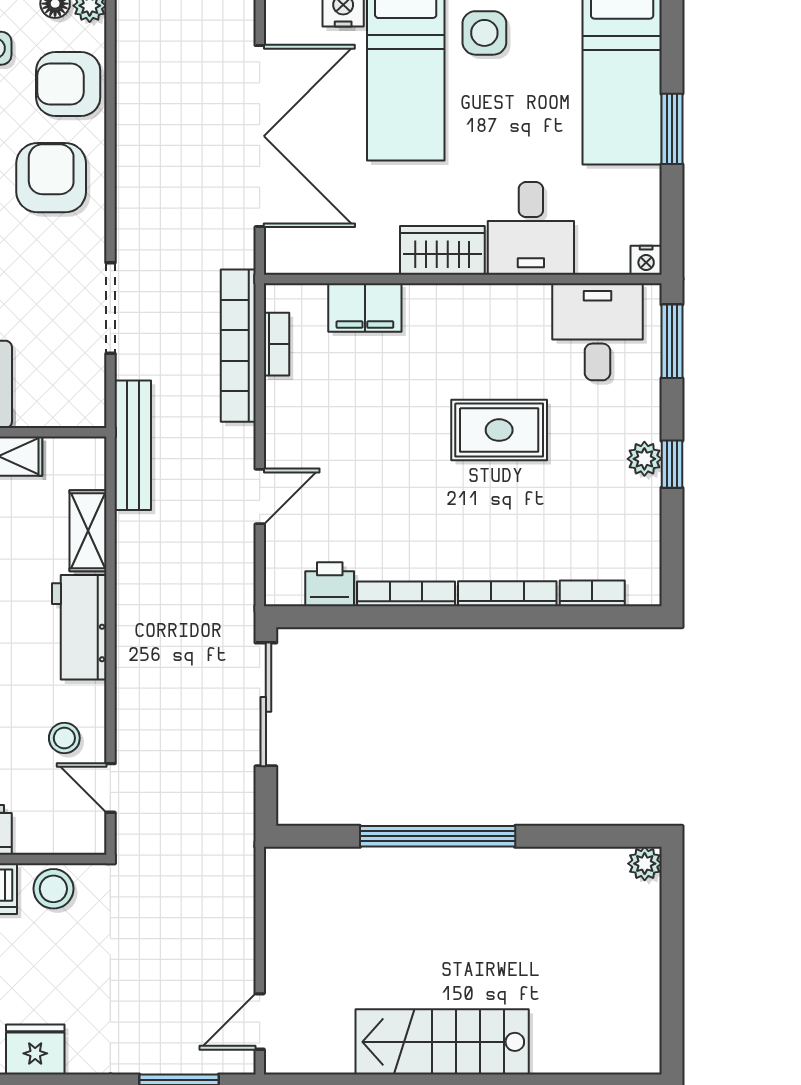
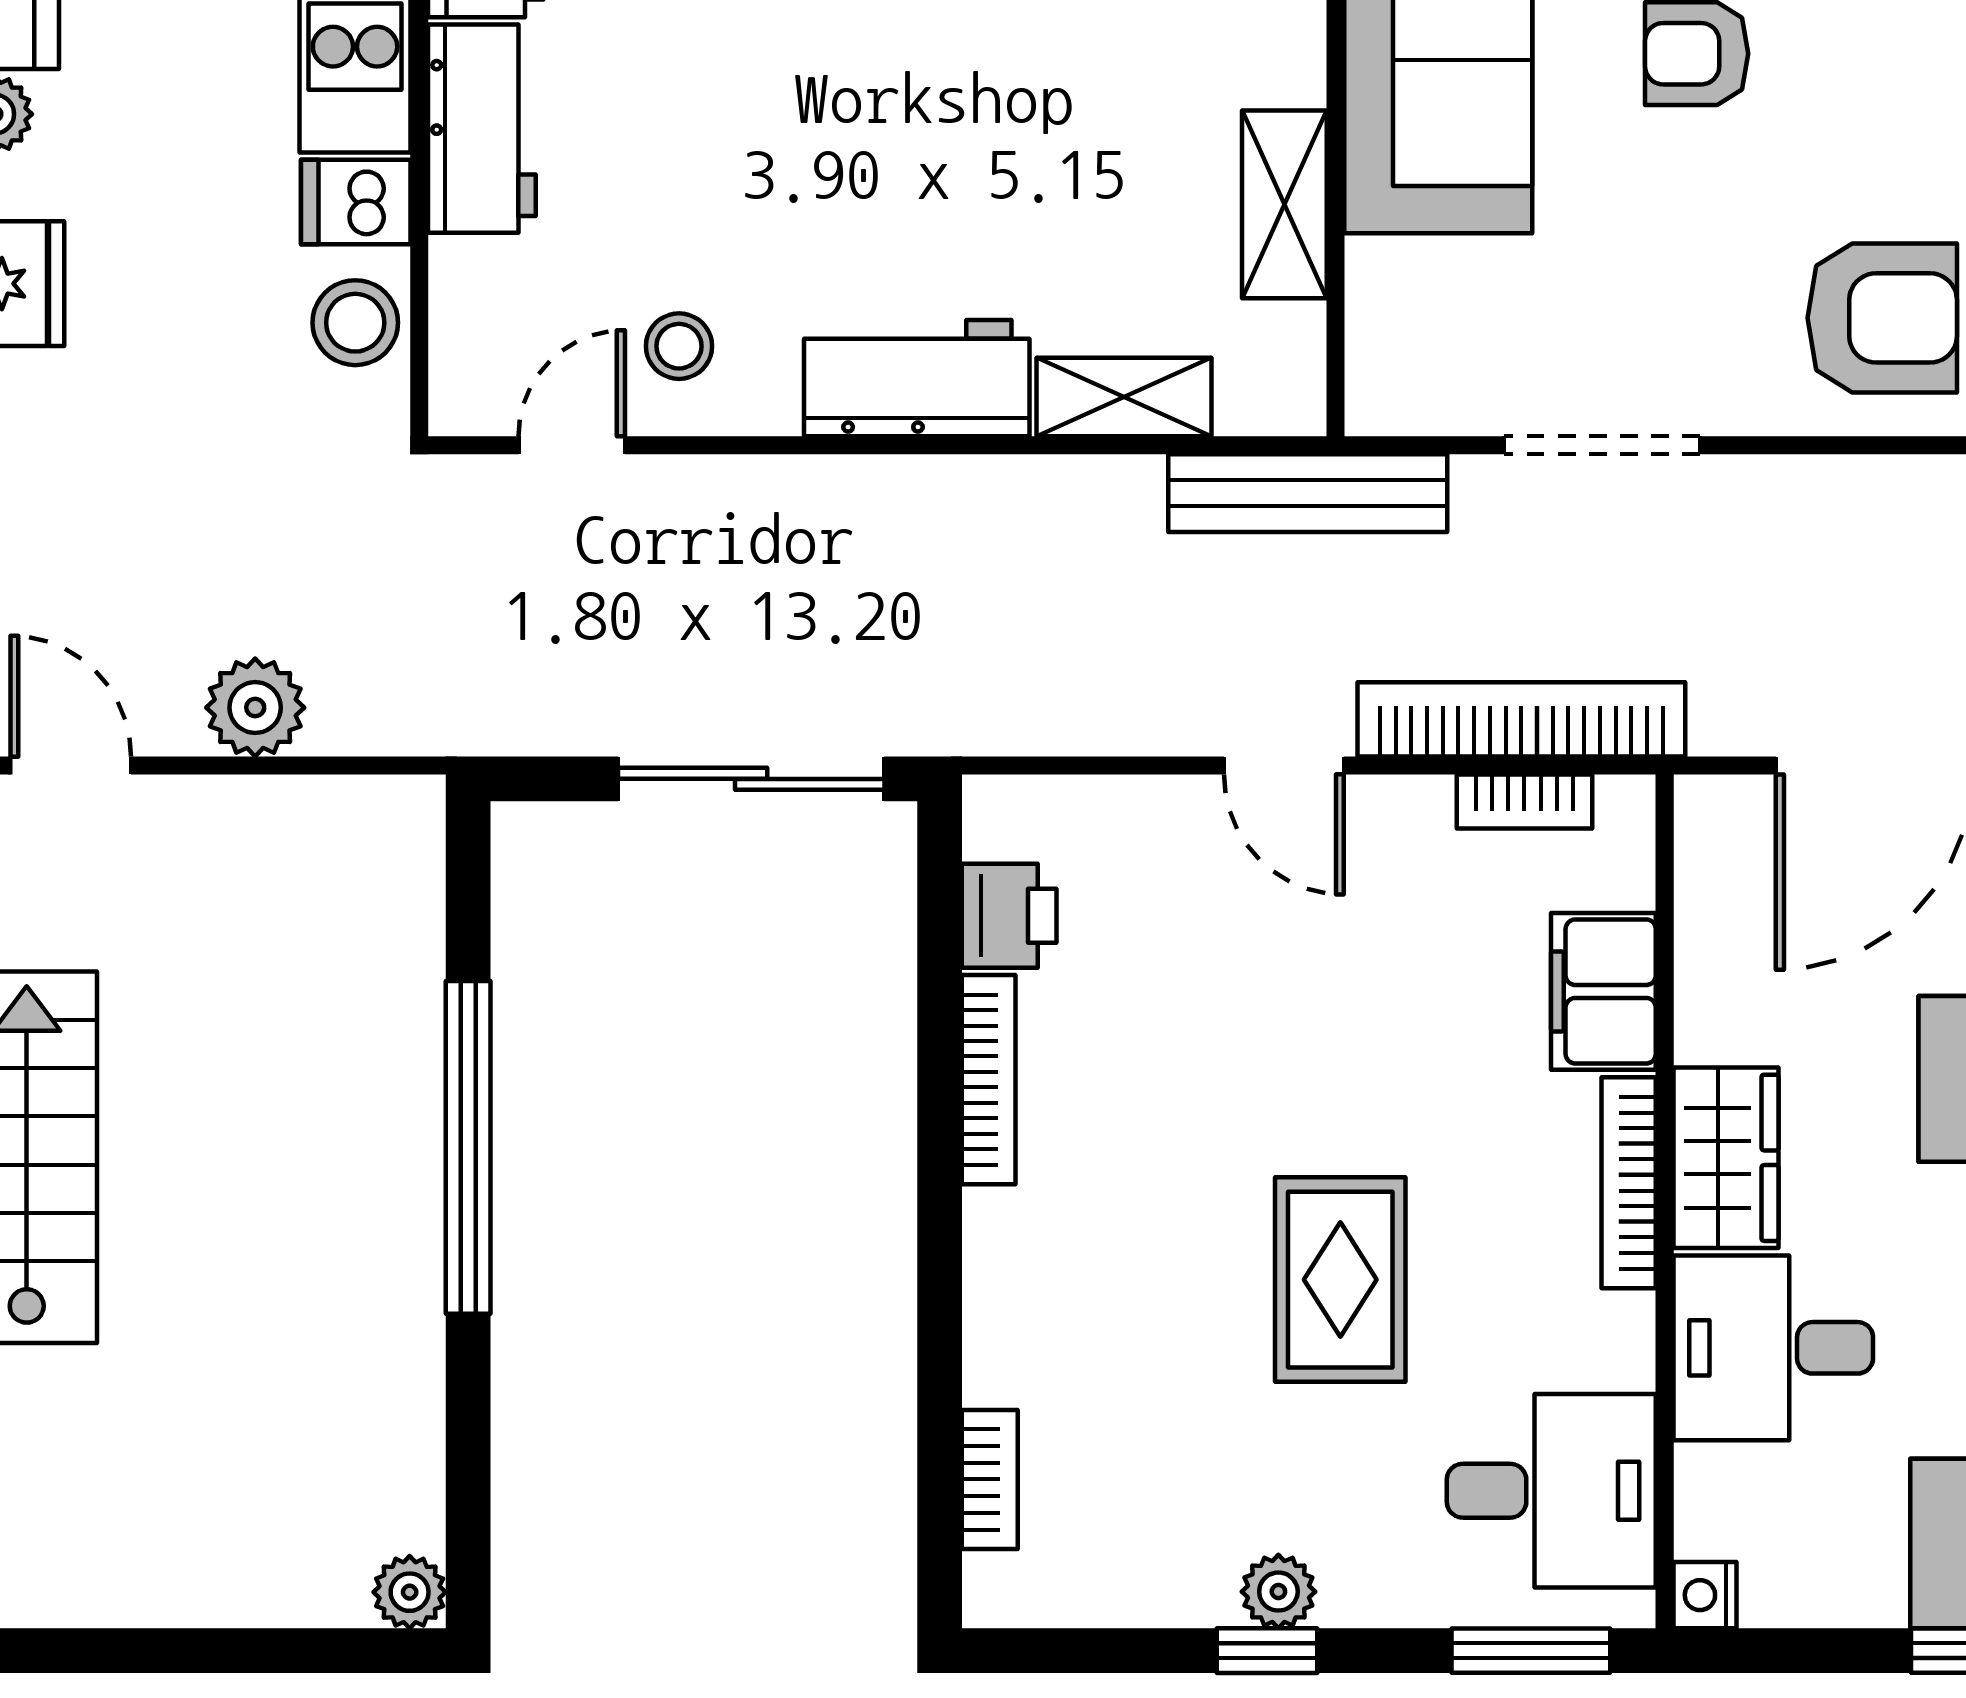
door: (260, 497) -> (1284, 765), moved
bookcase: (507, 594) -> (1629, 1183), moved, turned 180
plant: (233, 935) -> (255, 708), added

